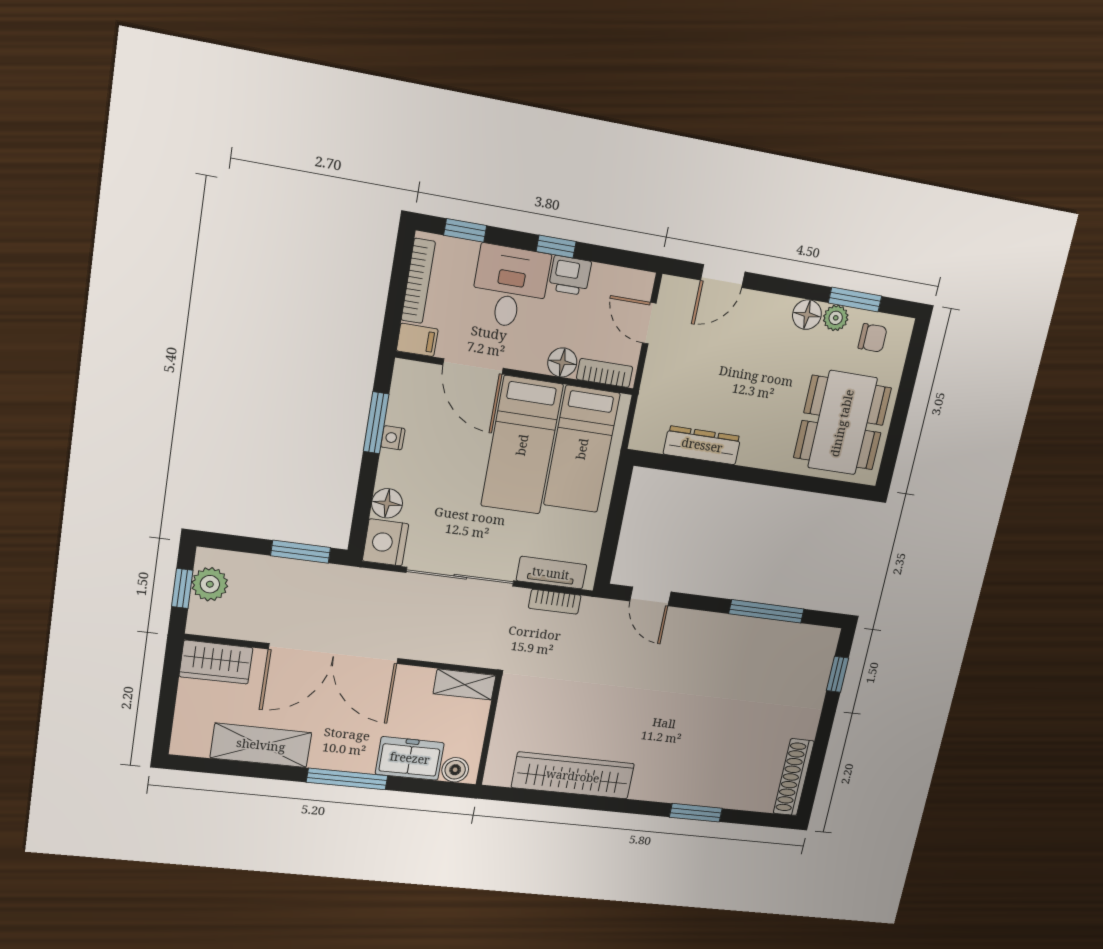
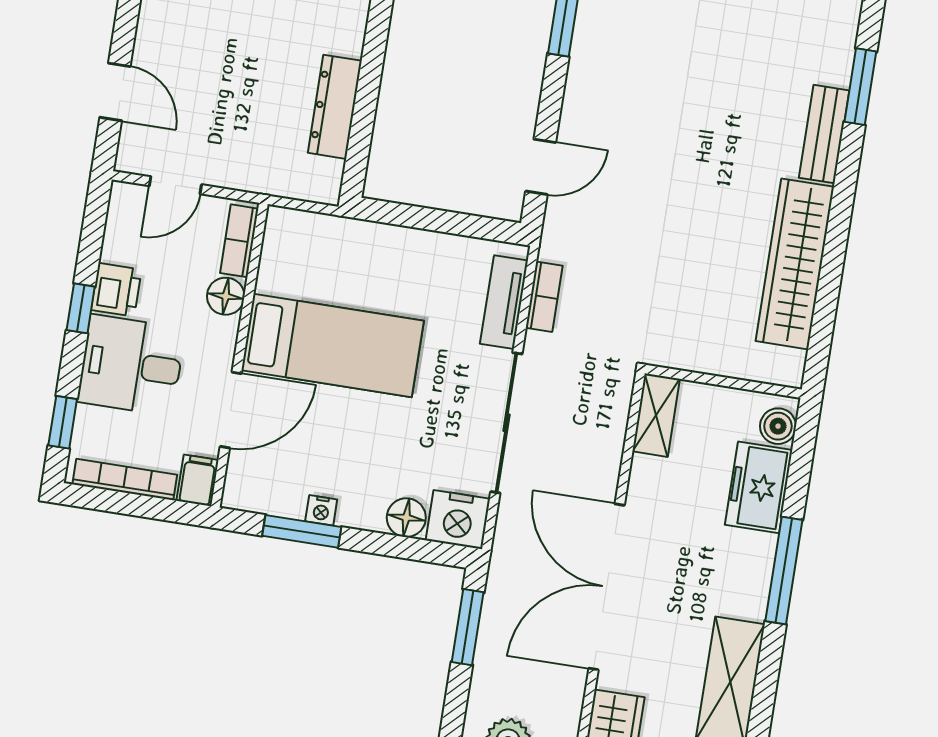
bed: (582, 449) -> (338, 267), removed
double door: (334, 654) -> (607, 587), swing flipped
bench: (664, 791) -> (824, 134), added

